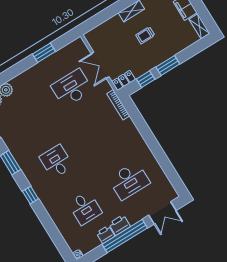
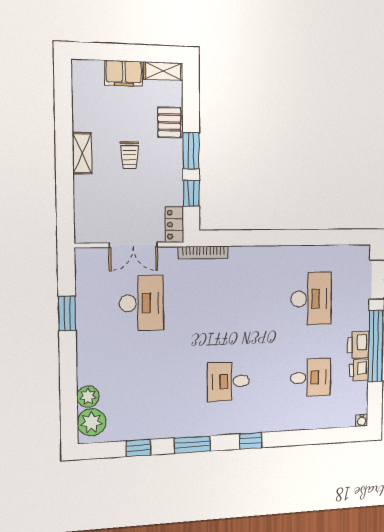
pallet: (175, 45) -> (169, 122), added
desk: (72, 88) -> (141, 303), turned 180

